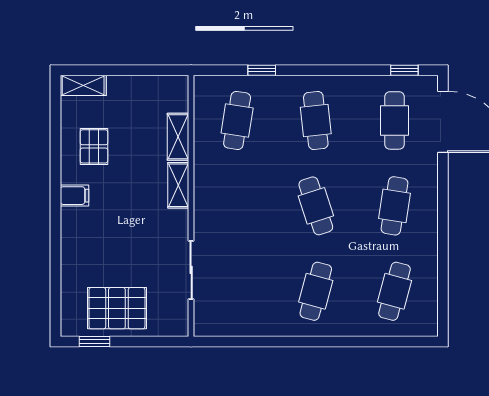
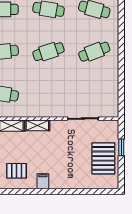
cafe table: (316, 291) -> (94, 52), turned -36
window: (94, 341) -> (121, 147), moved

